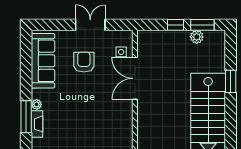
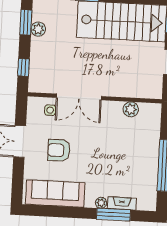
window: (175, 25) -> (24, 67), moved
plant: (126, 128) -> (131, 109), added

